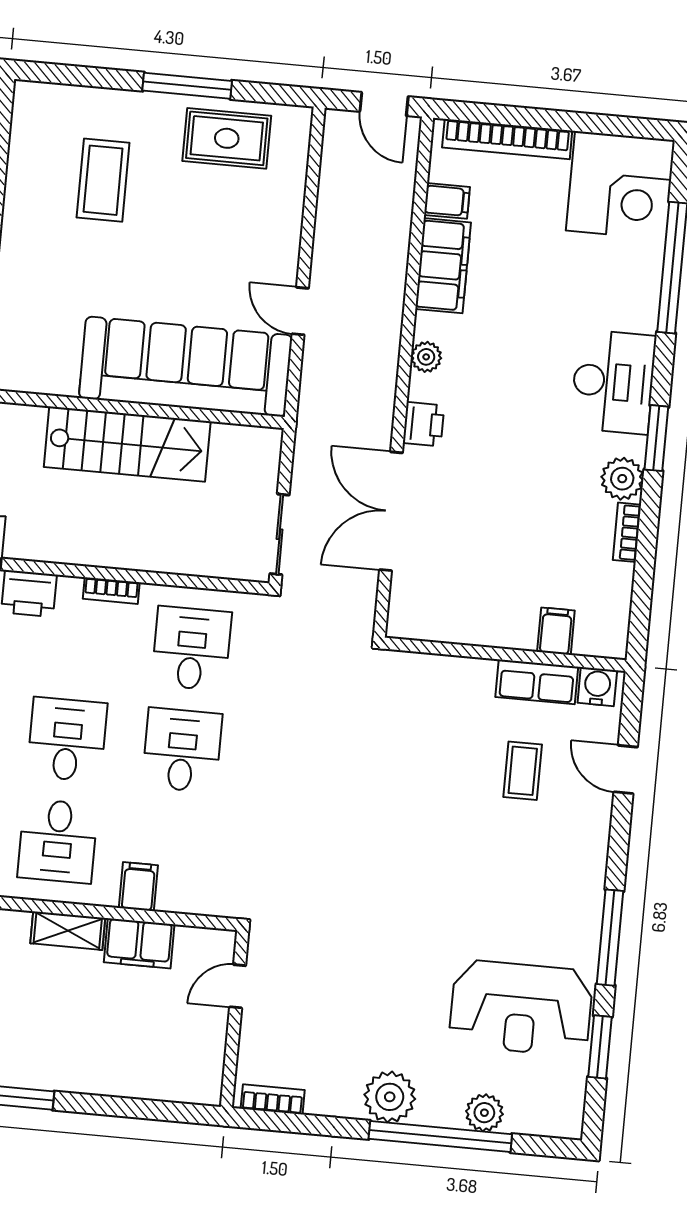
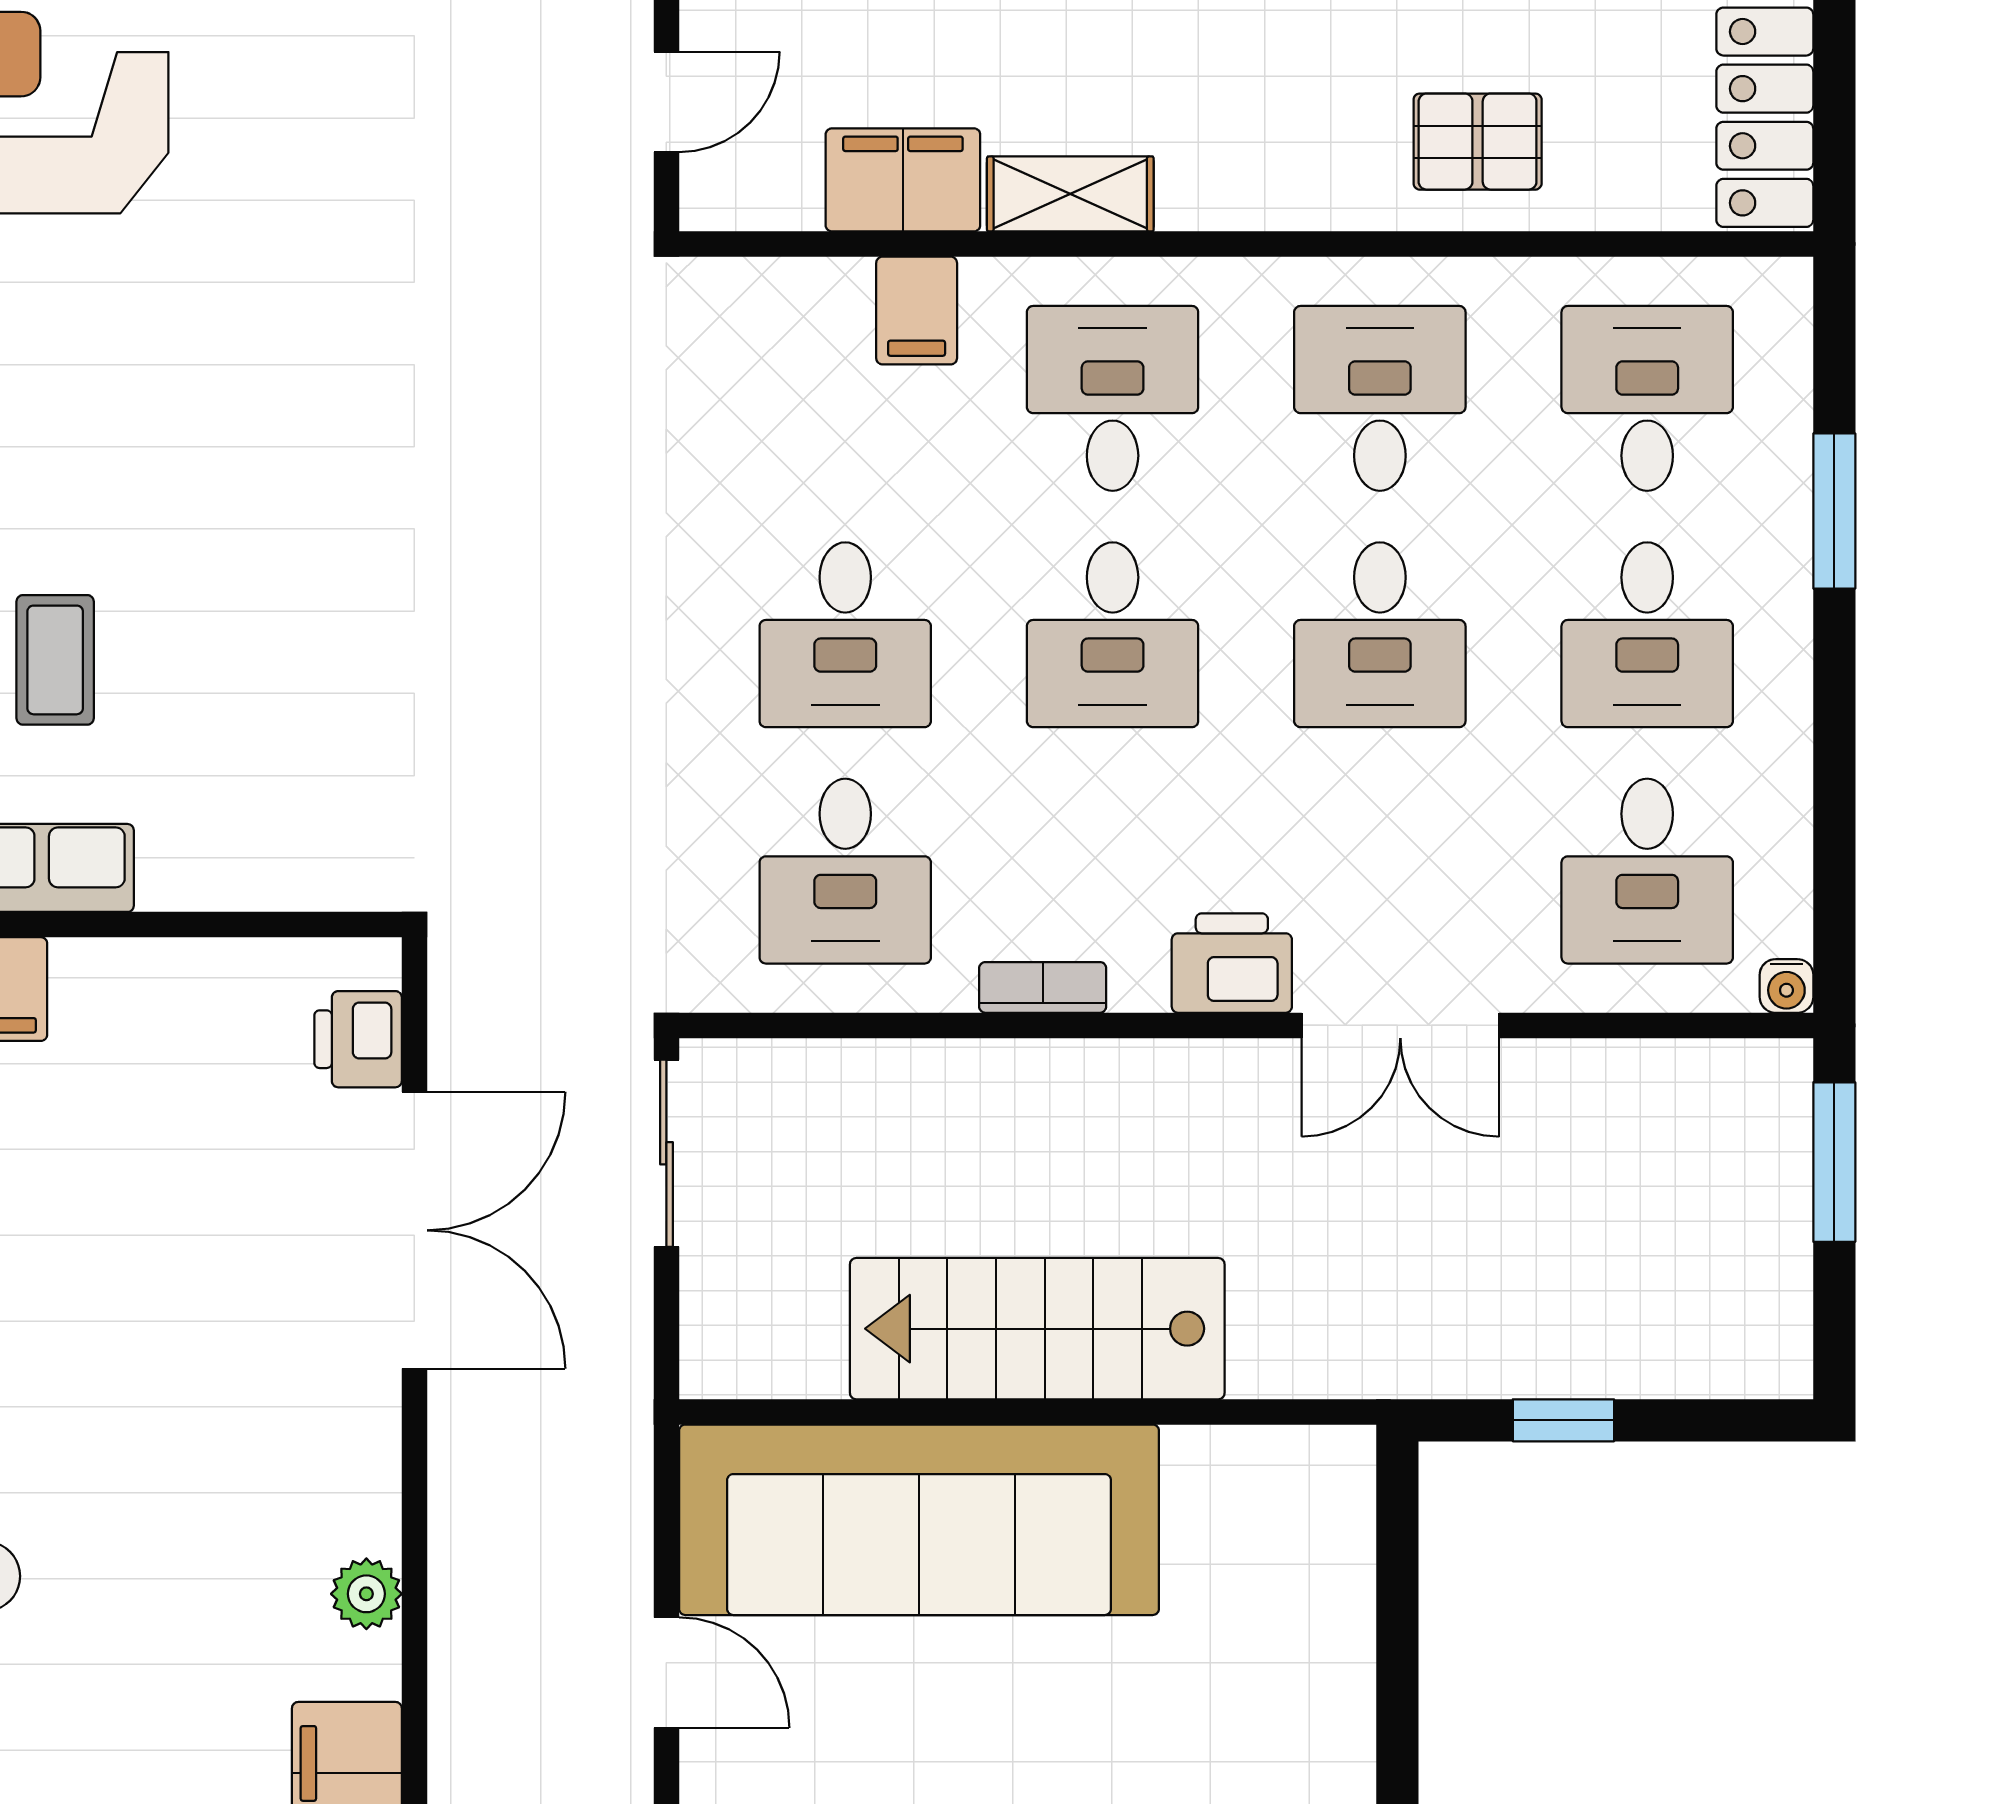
printer: (423, 424) -> (358, 1039), moved

